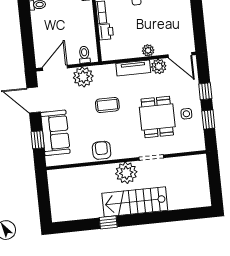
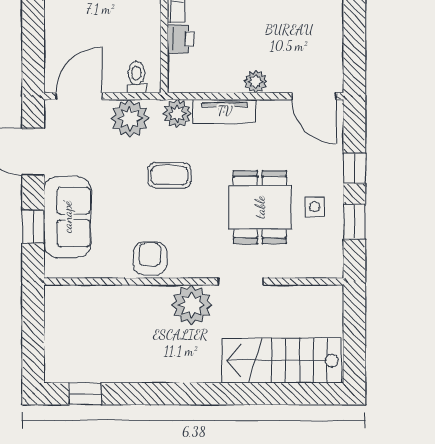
plant: (159, 66) -> (177, 114), moved
stairs: (135, 202) -> (282, 361), moved
window: (108, 222) -> (85, 394), moved

